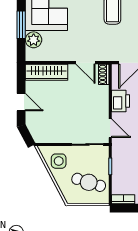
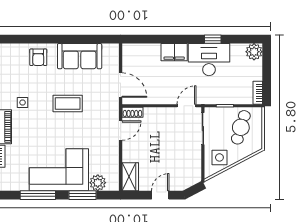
wardrobe: (47, 72) -> (130, 177), width x0.67
printer: (120, 101) -> (159, 95), removed

